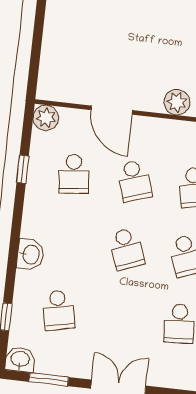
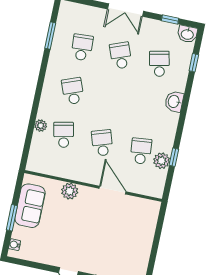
plant: (46, 118) -> (162, 161), moved
school desk: (127, 249) -> (121, 56), moved
window: (49, 379) -> (170, 19), width x0.67

